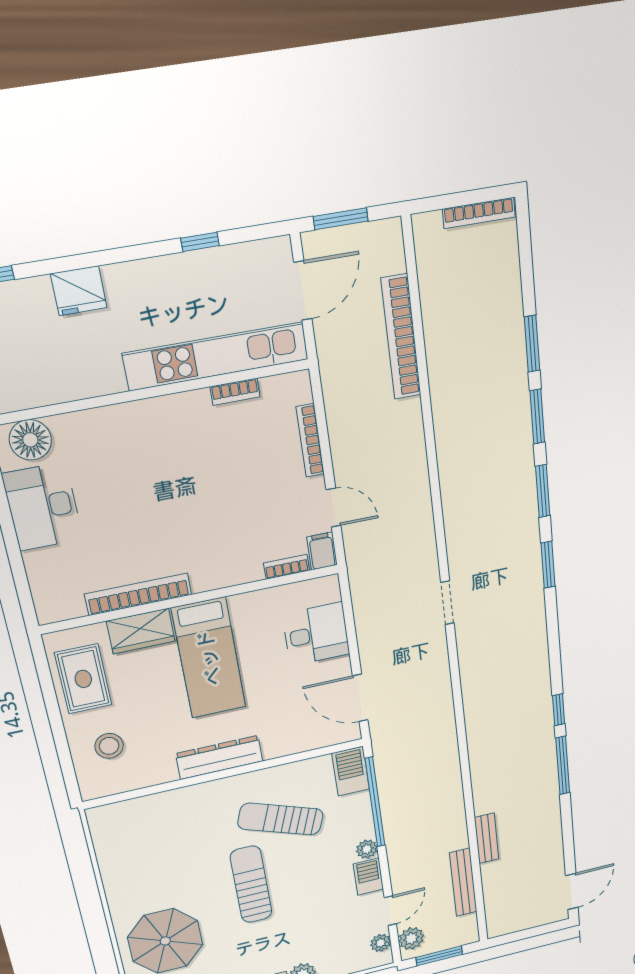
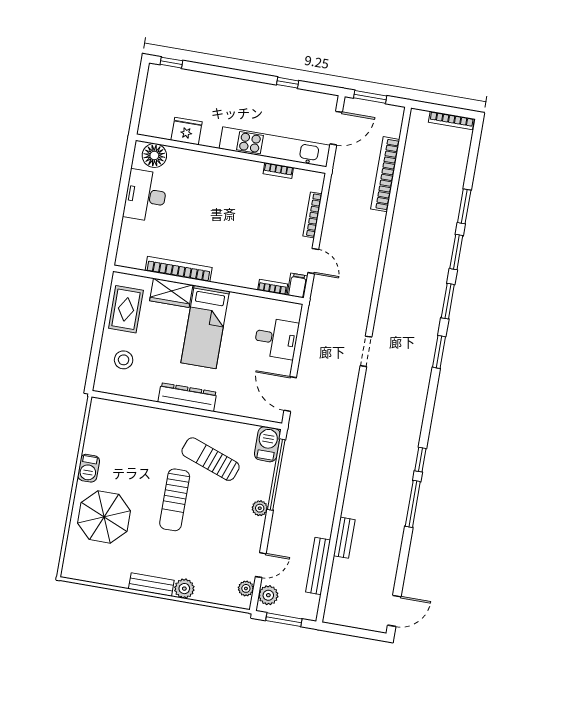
fridge: (79, 291) -> (187, 131), moved, turned 180
barbecue: (368, 877) -> (89, 468), moved, turned 180
sun lounger: (251, 884) -> (175, 500), turned 180

